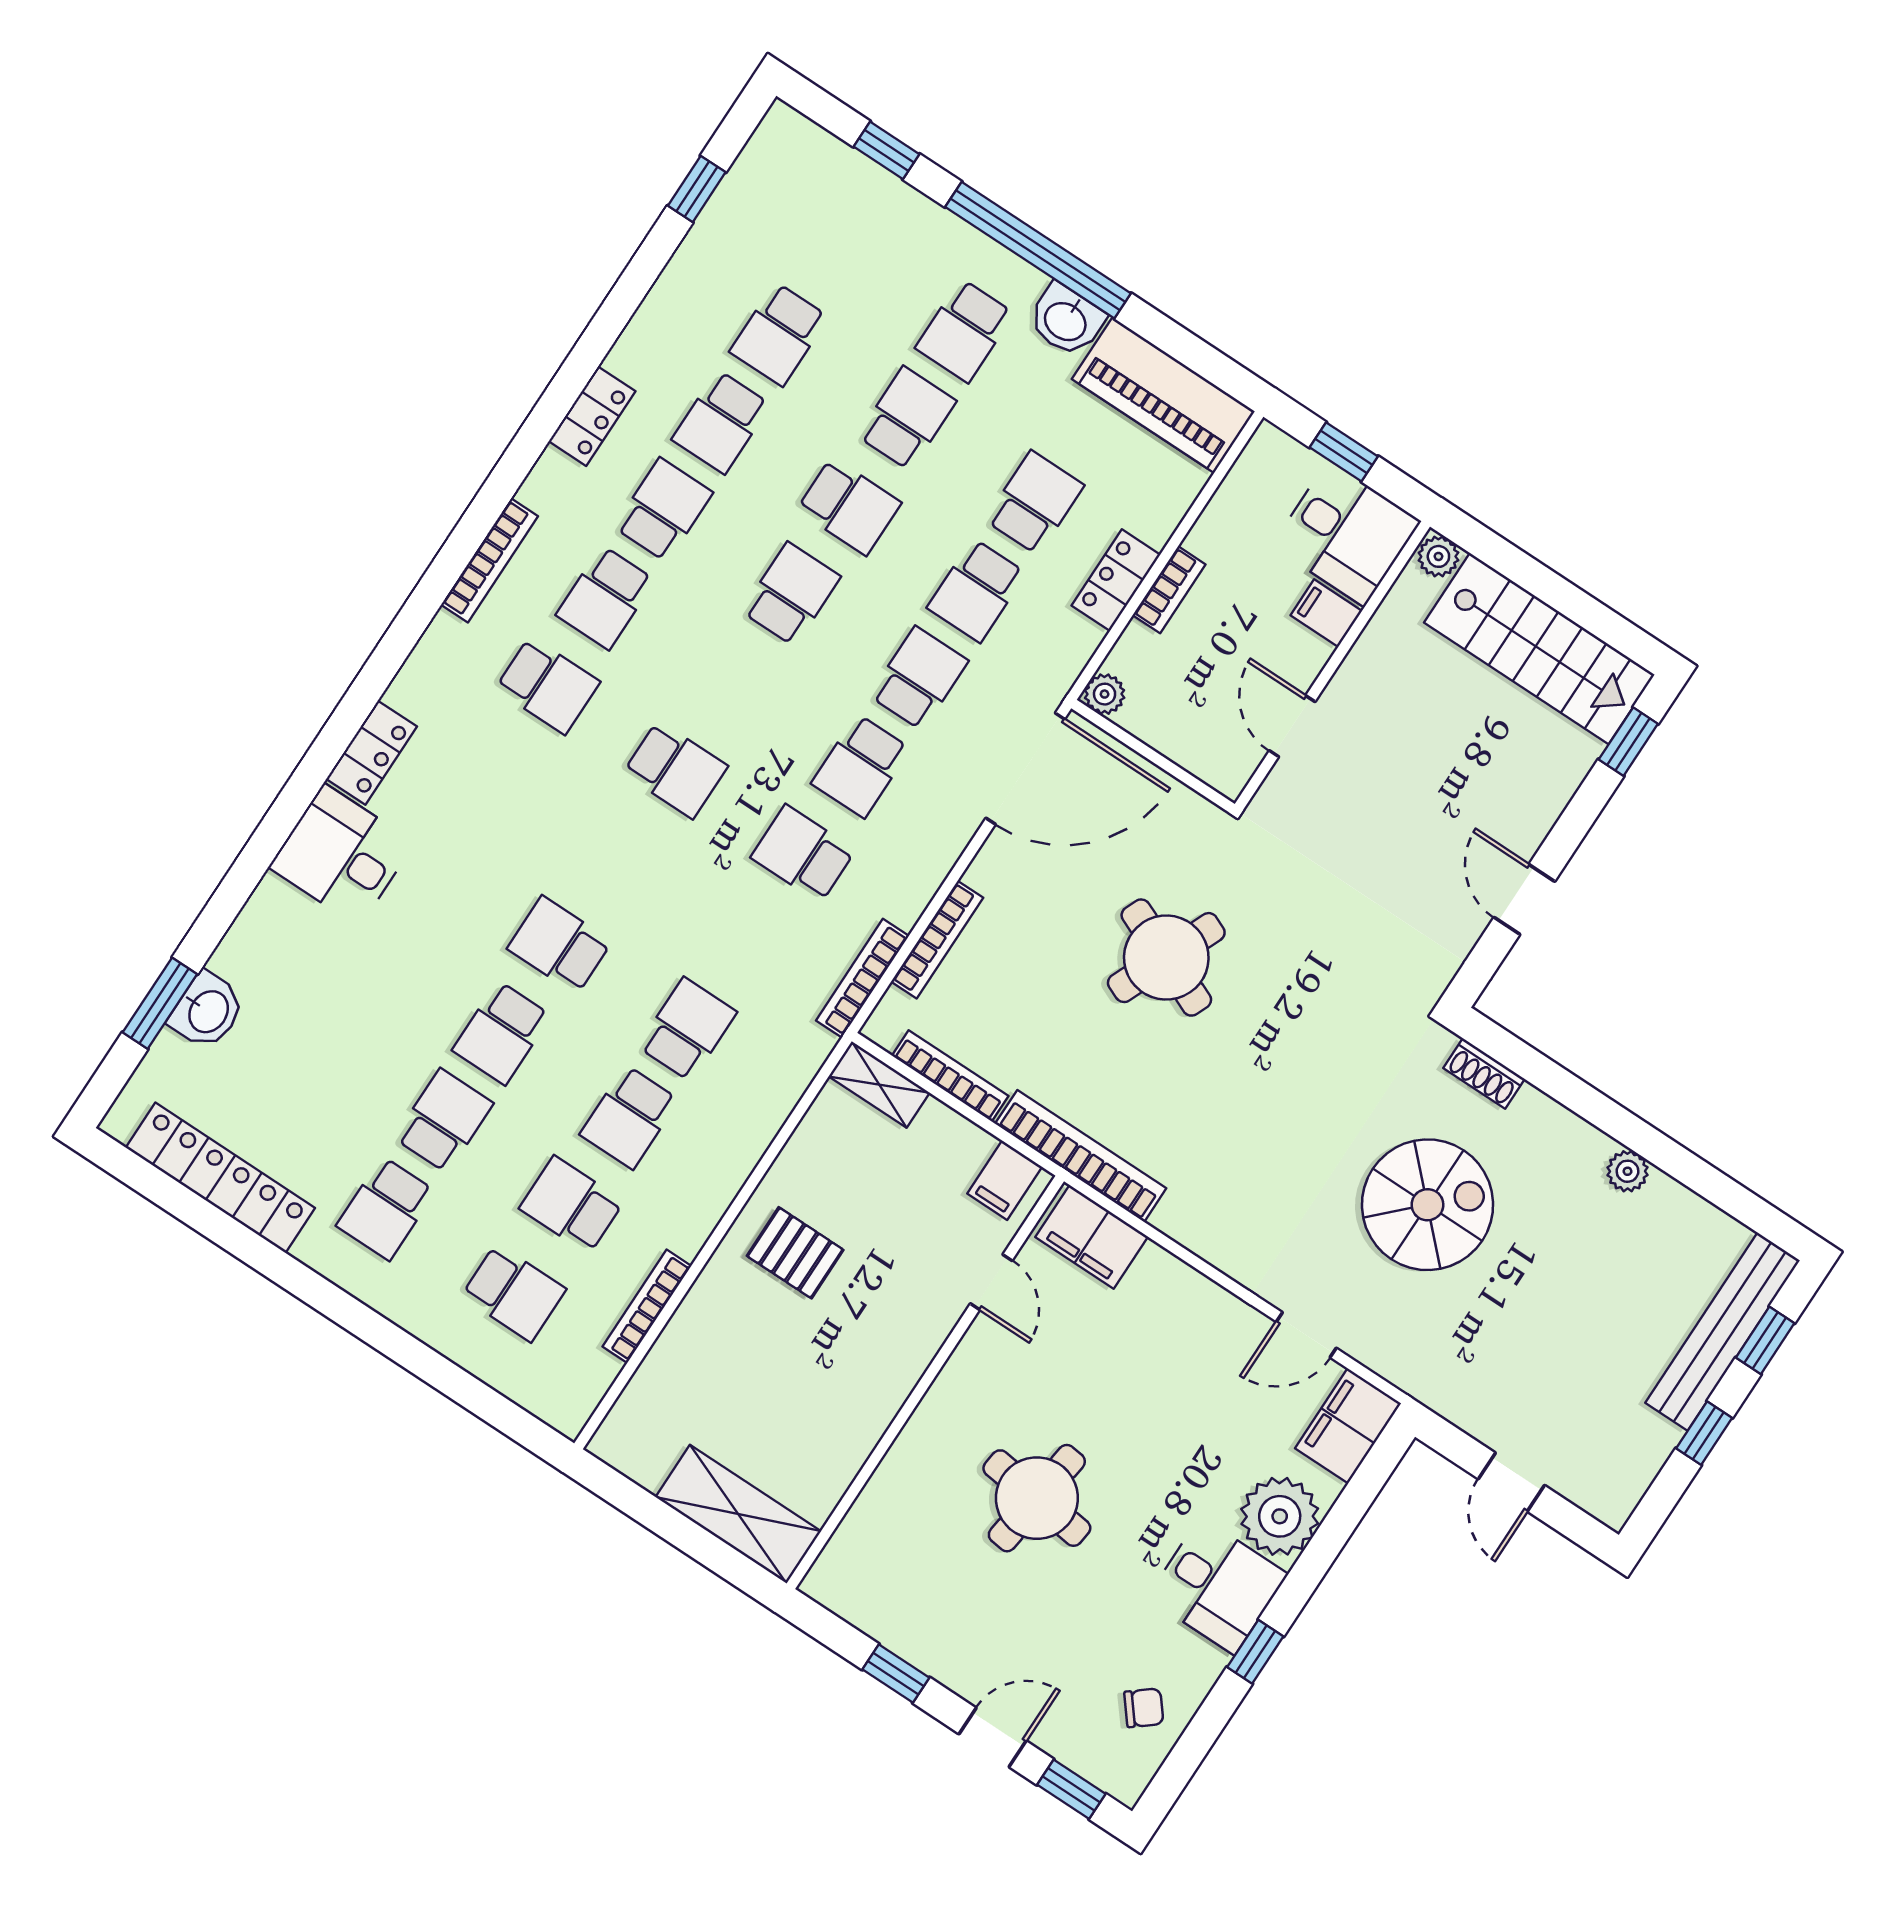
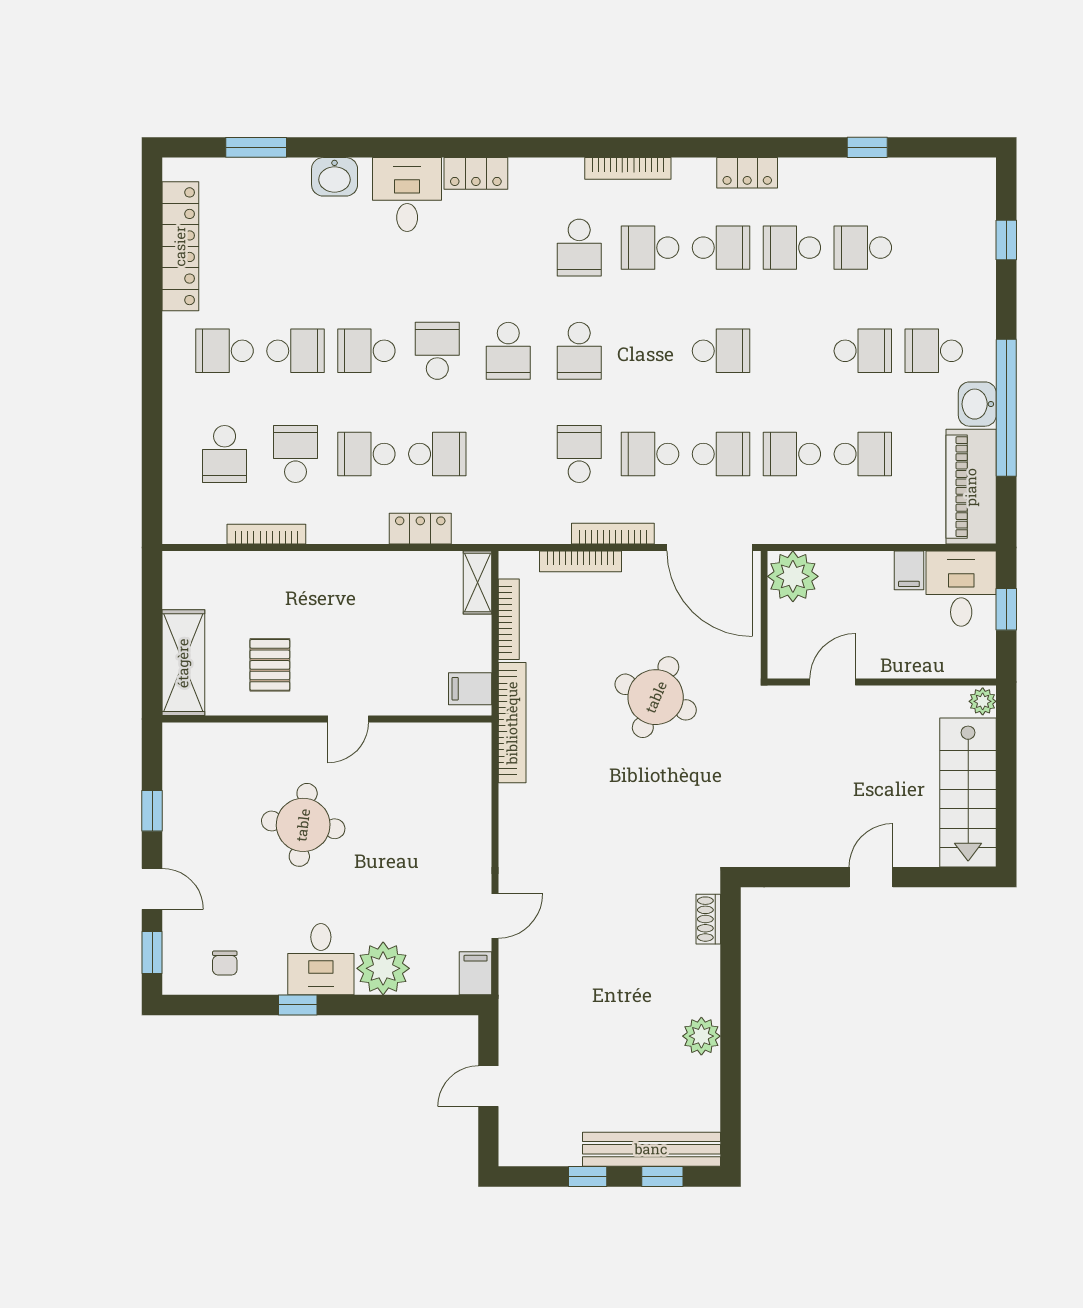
window: (697, 189) -> (867, 147), moved
window: (1038, 250) -> (1006, 408), moved
school desk: (849, 506) -> (508, 351), moved
desk: (1346, 534) -> (961, 589), moved, turned 180
locker: (1116, 580) -> (420, 529), moved
bookcase: (1169, 590) -> (864, 562), removed
filing cabinet: (1326, 613) -> (909, 570), moved, turned 180
plant: (1105, 694) -> (793, 576), width x1.88, depth x1.88
window: (1628, 742) -> (949, 877), removed
door: (1524, 899) -> (871, 877), moved
bookcase: (862, 978) -> (613, 534), moved
washbasin: (207, 1011) -> (335, 177), moved
plant: (1628, 1171) -> (701, 1036), width x1.38, depth x1.38
spiral stairs: (1427, 1205) -> (613, 936), removed
filing cabinet: (1092, 1237) -> (471, 759), removed
pallet: (795, 1253) -> (270, 665), moved
door: (991, 1282) -> (348, 719), moved
door: (1306, 1335) -> (495, 916), swing flipped
filing cabinet: (1348, 1426) -> (476, 973), width x0.50
chair: (1144, 1708) -> (225, 963), turned 39

